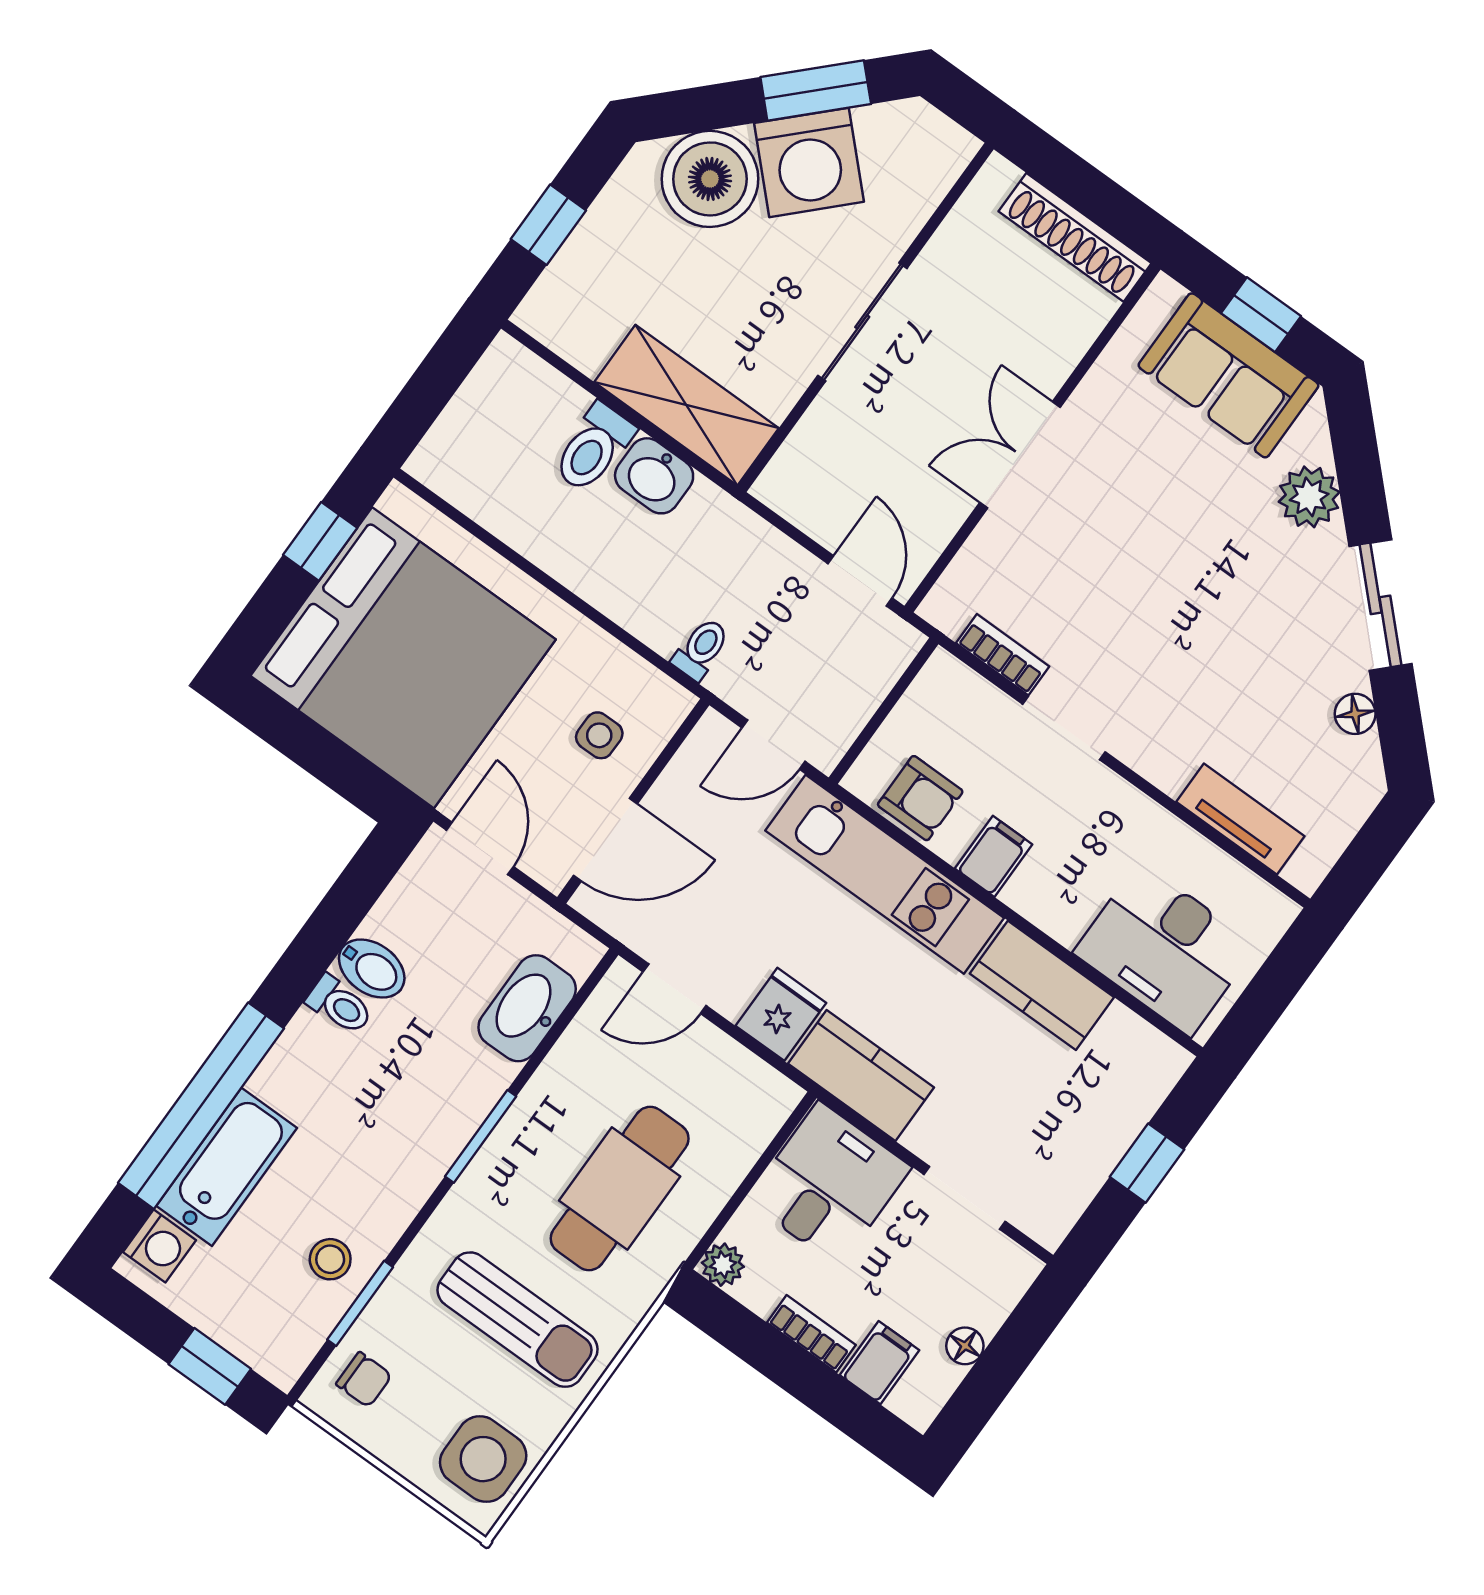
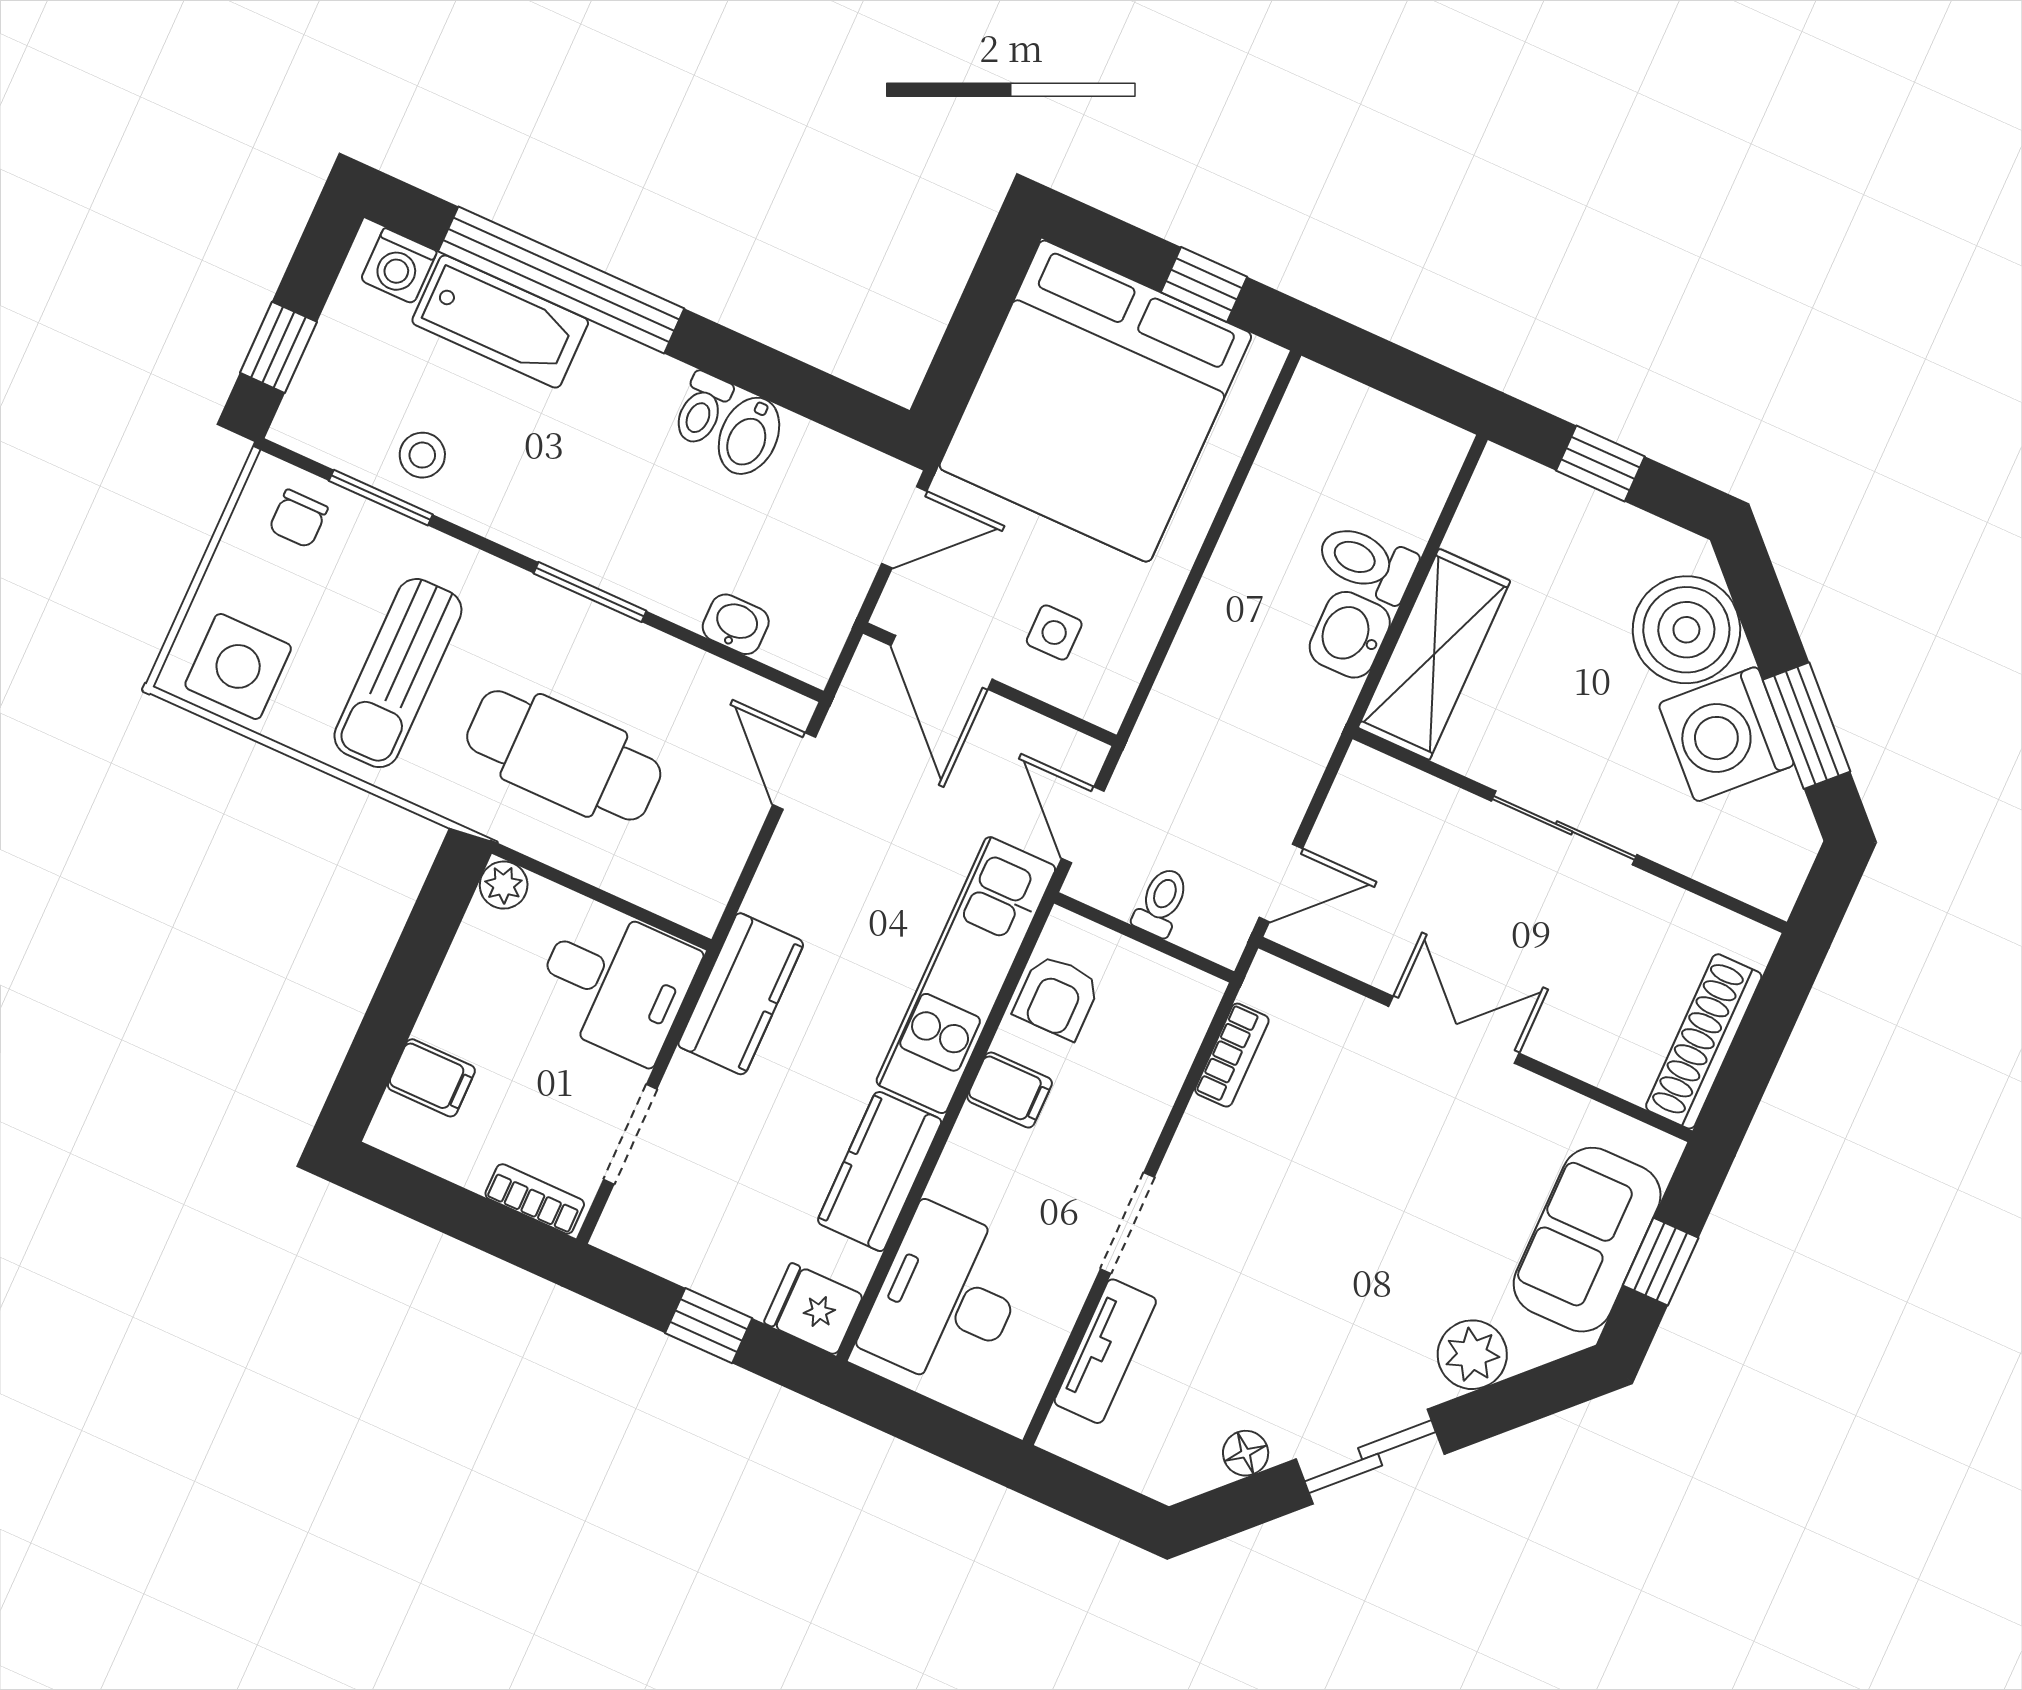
toilet: (701, 649) -> (1161, 902), moved, turned -90
doorway: (1064, 728) -> (1127, 1223), moved
washbasin: (527, 1008) -> (736, 624), width x0.52, depth x0.69
fridge: (781, 1014) -> (813, 1309), moved, turned 180
bookcase: (811, 1334) -> (535, 1199), moved, turned -90
floor lamp: (965, 1346) -> (469, 1167), removed

